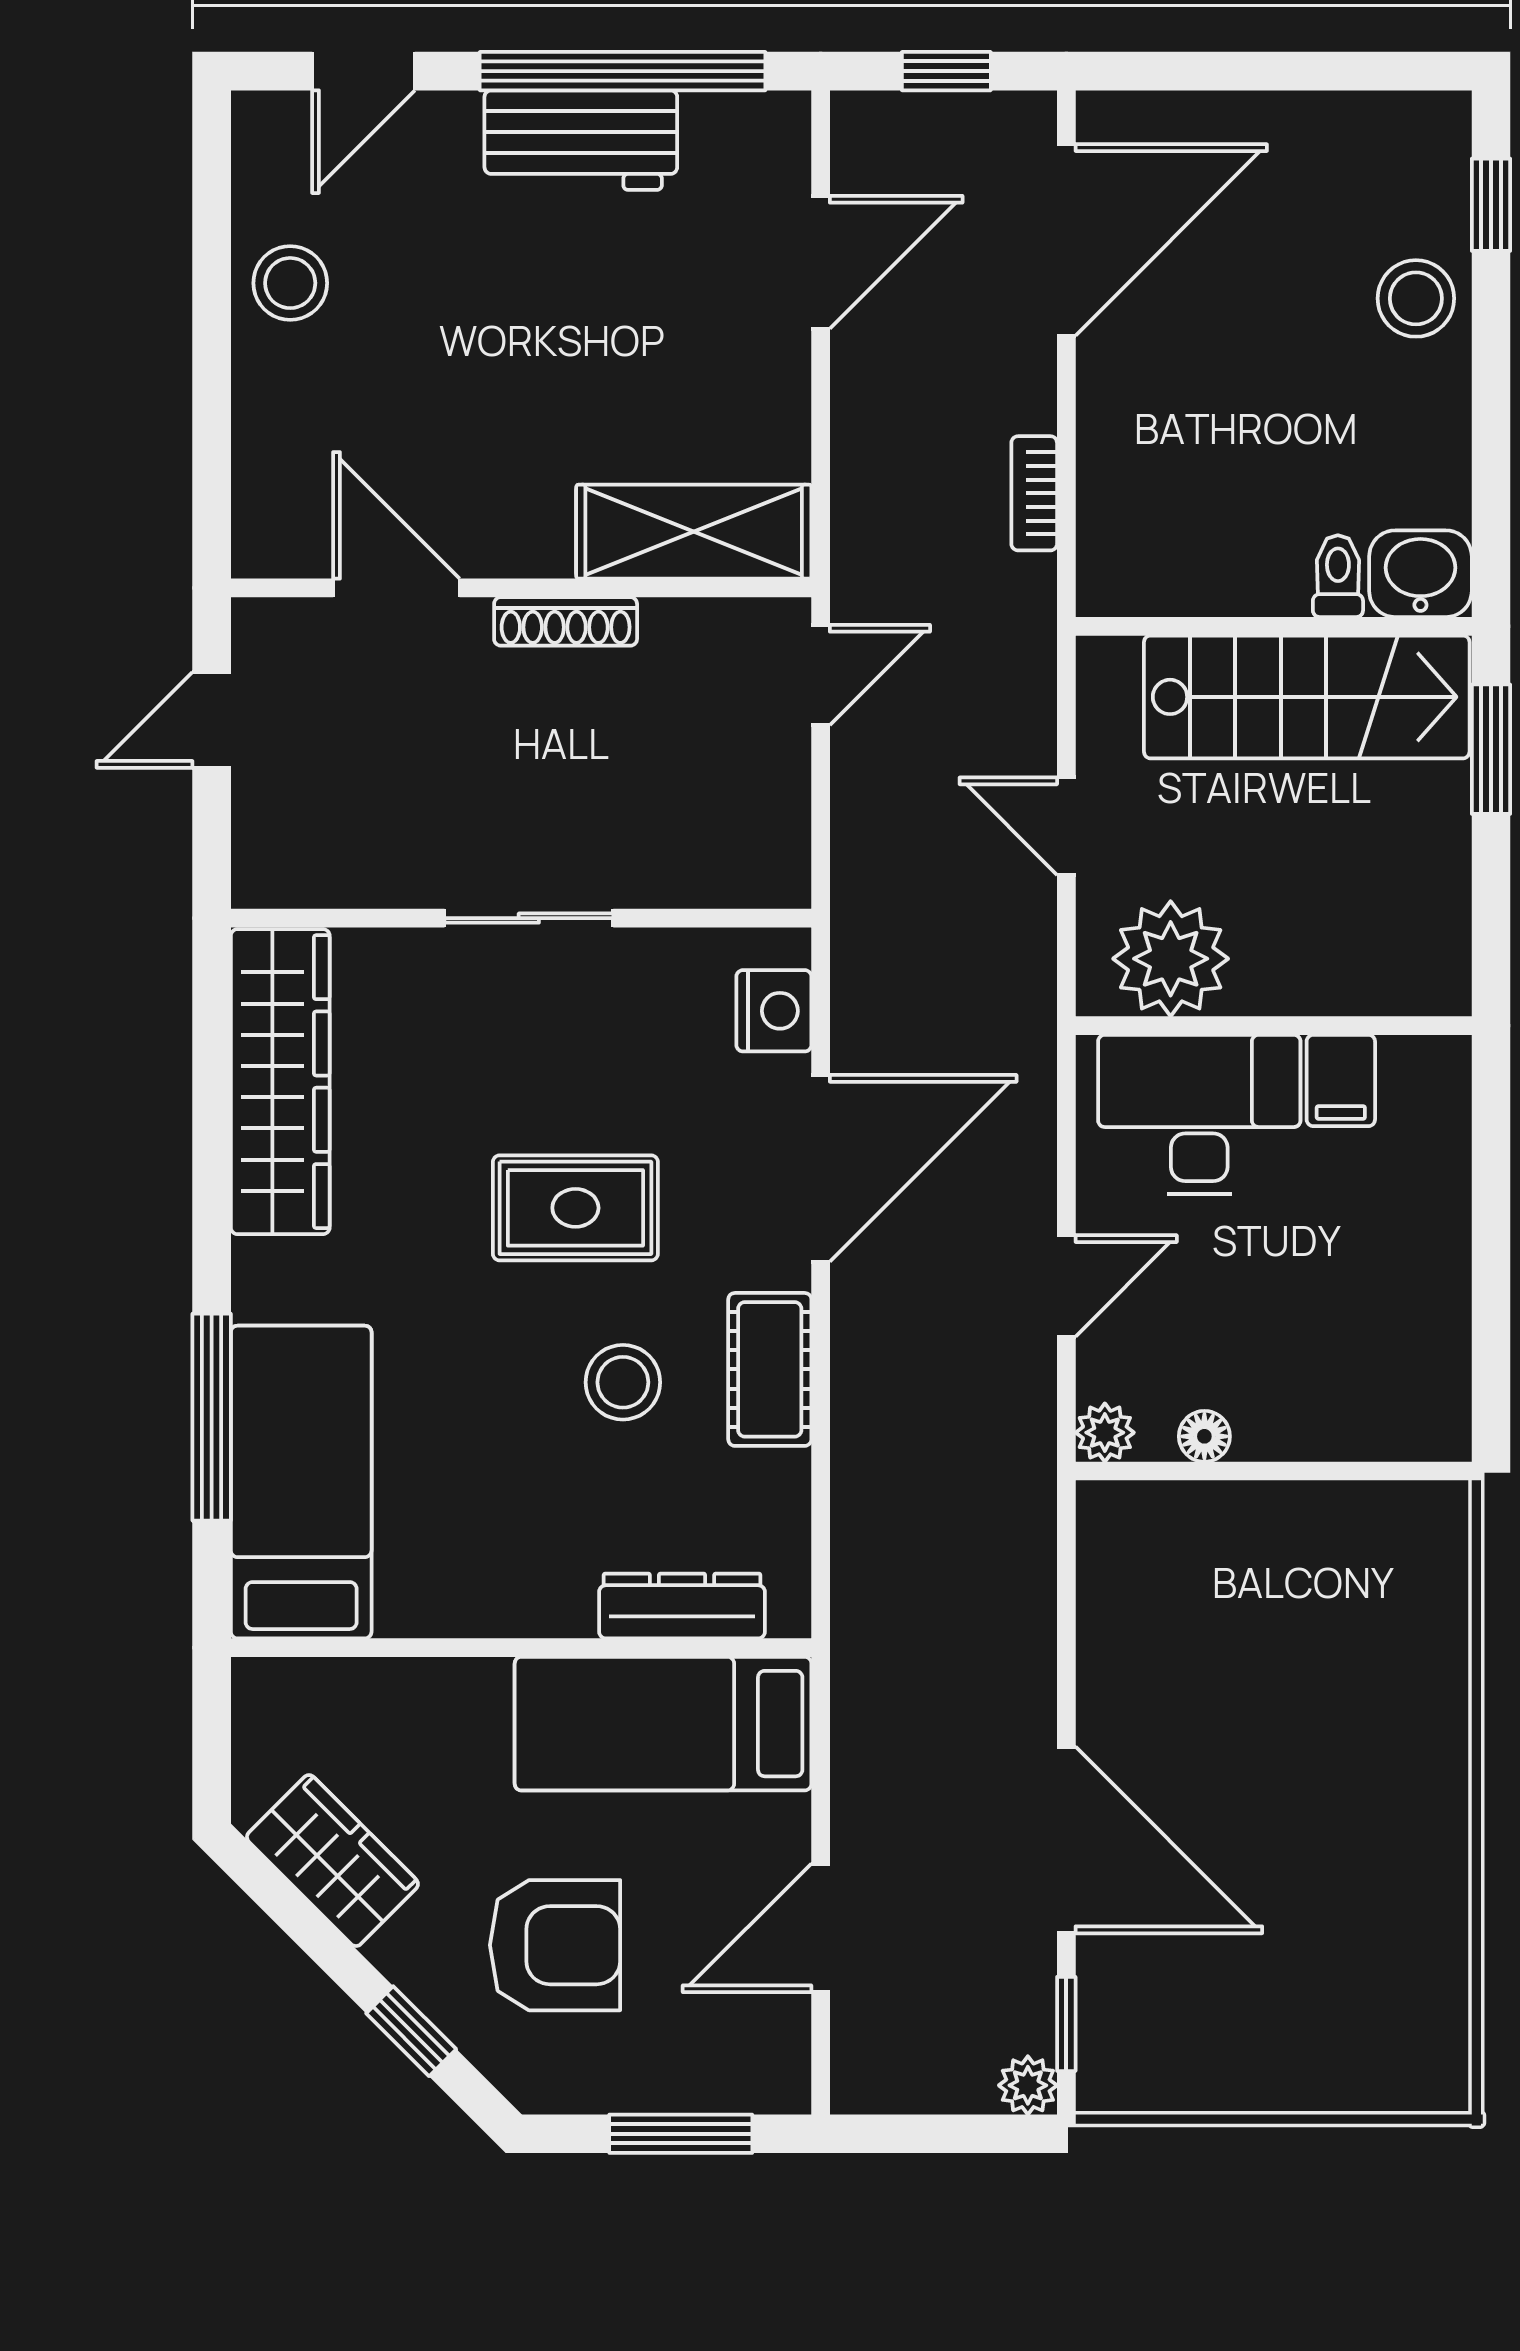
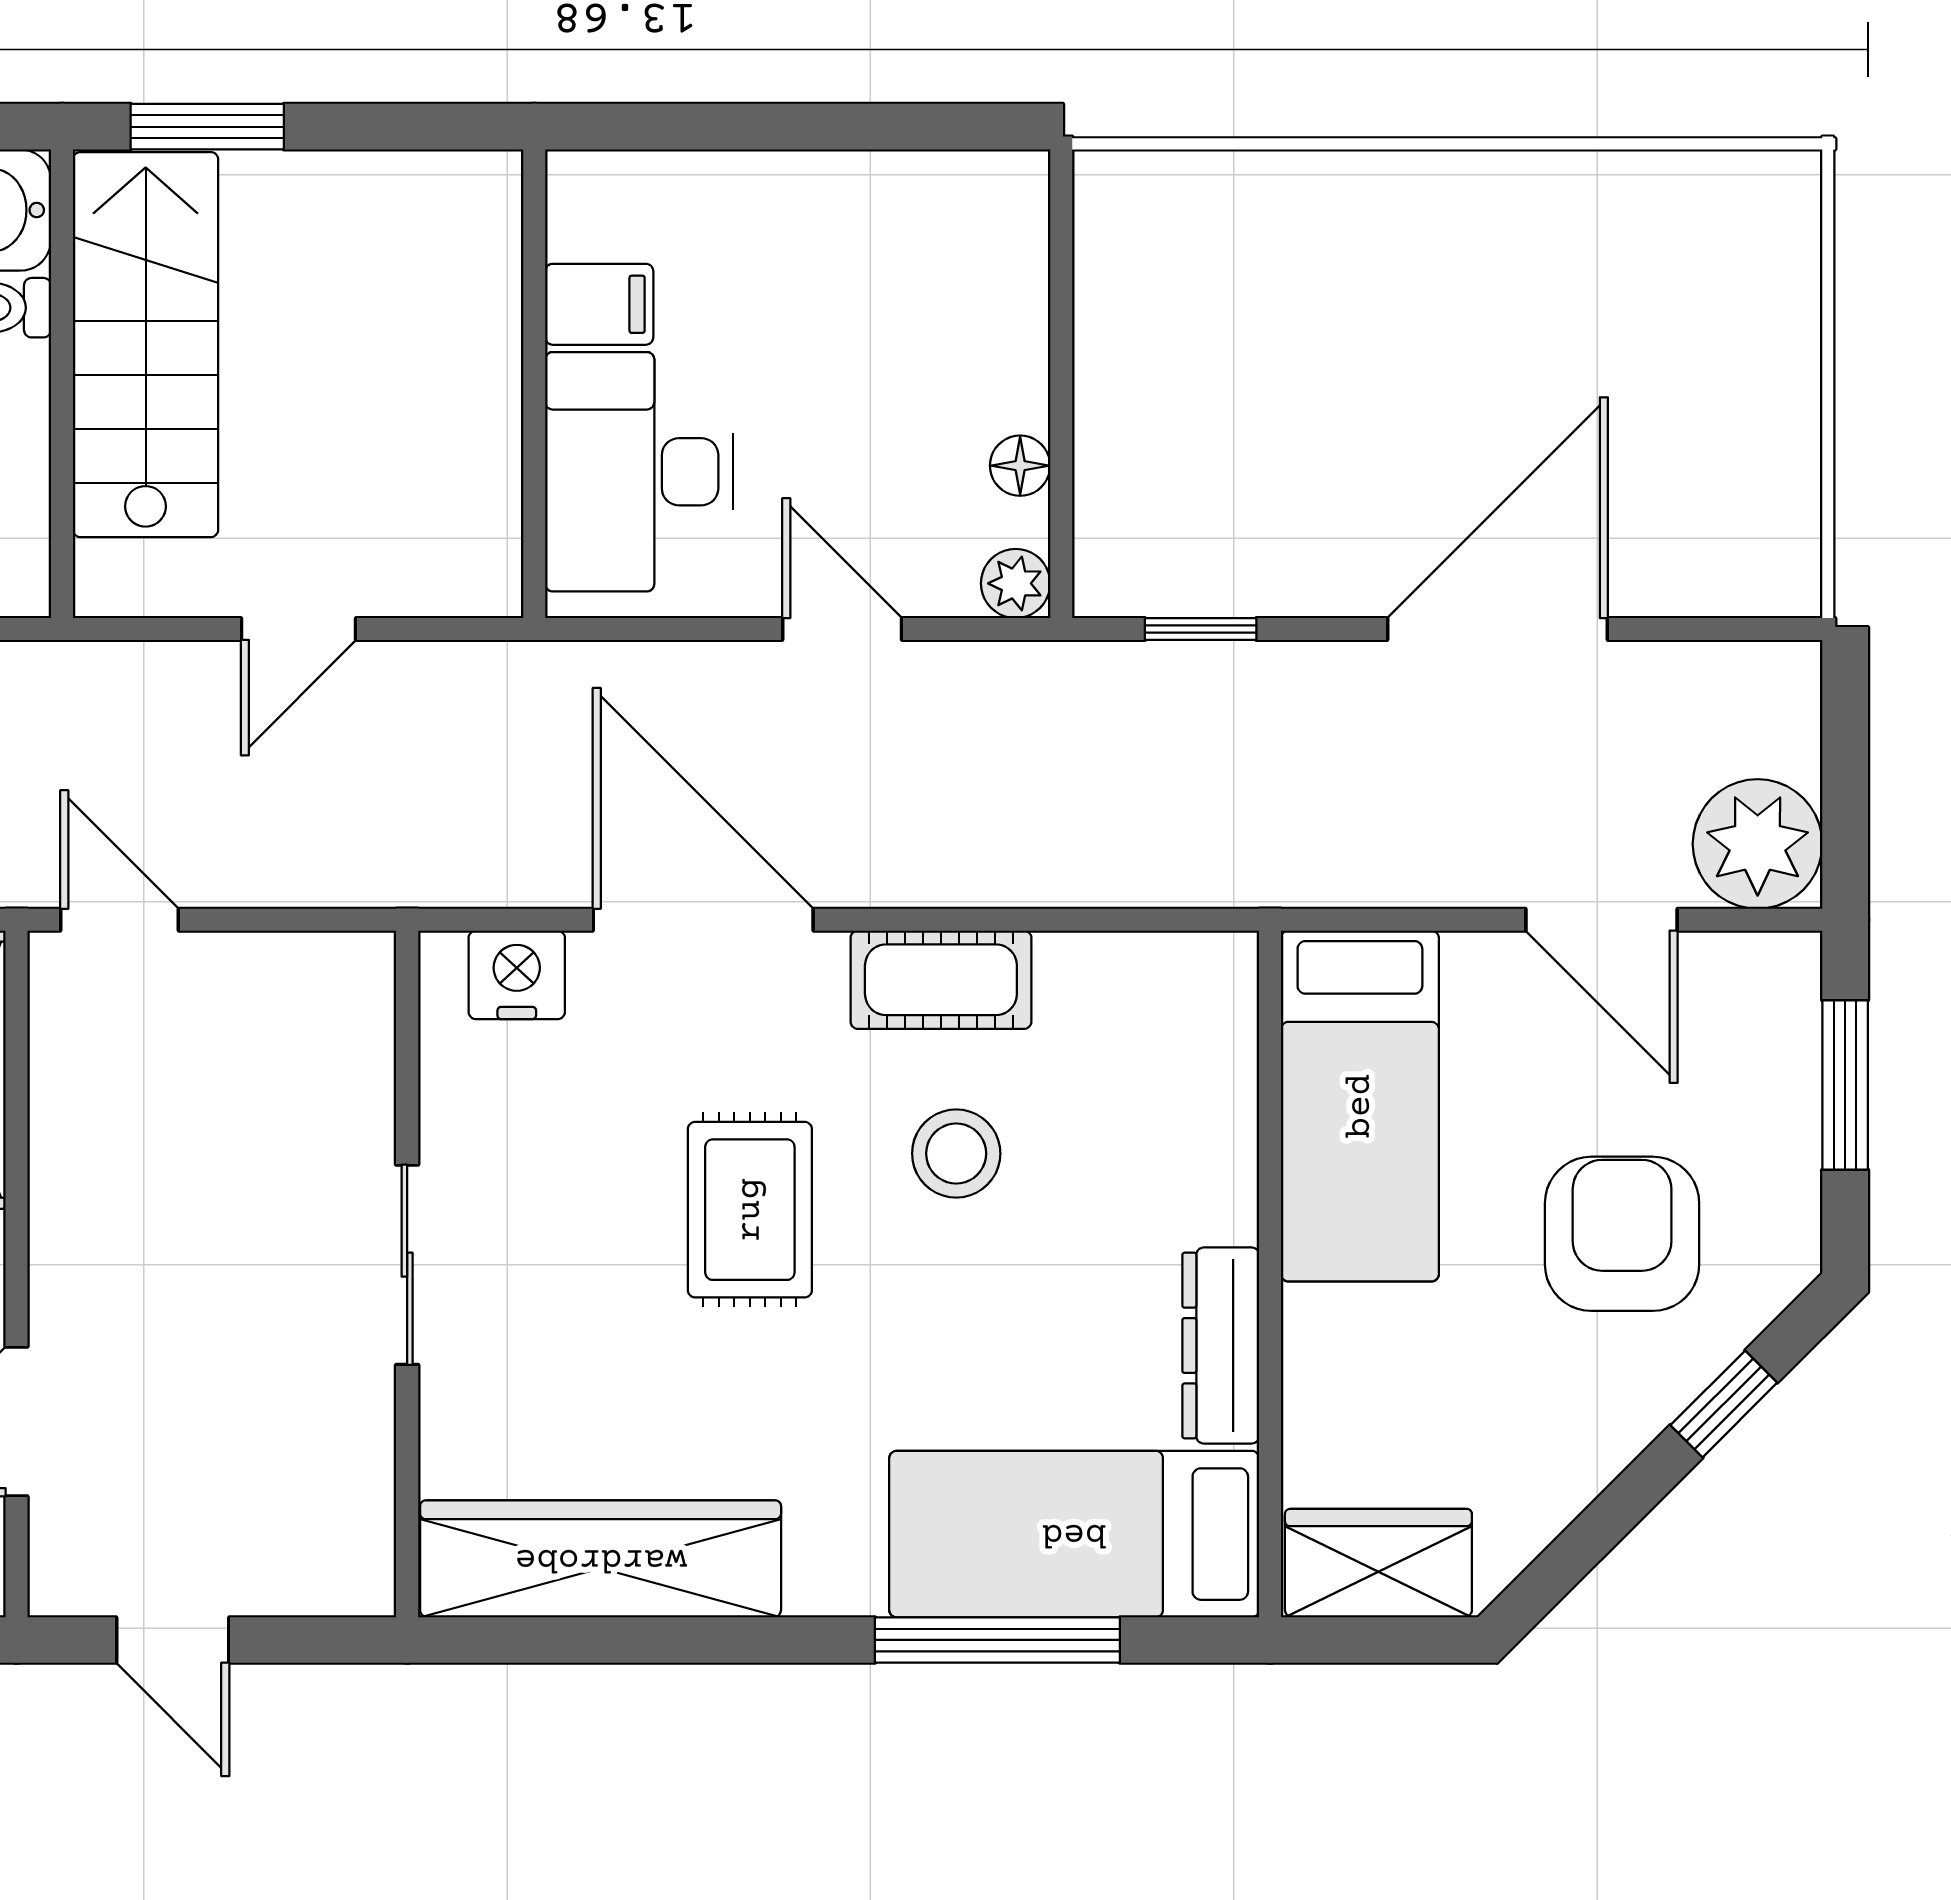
shoe rack: (566, 621) -> (56, 1221), removed
plant: (1171, 959) -> (455, 506), removed
dresser: (682, 1606) -> (1221, 1346), moved
wardrobe: (332, 1861) -> (1378, 1563), moved, turned 45
window: (1066, 2024) -> (1201, 629), moved
plant: (1028, 2085) -> (1758, 844), moved, width x1.88, depth x1.88

